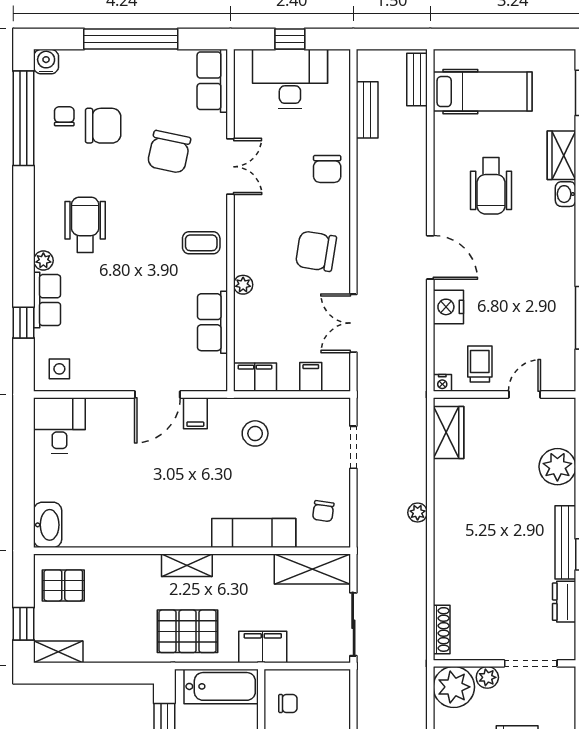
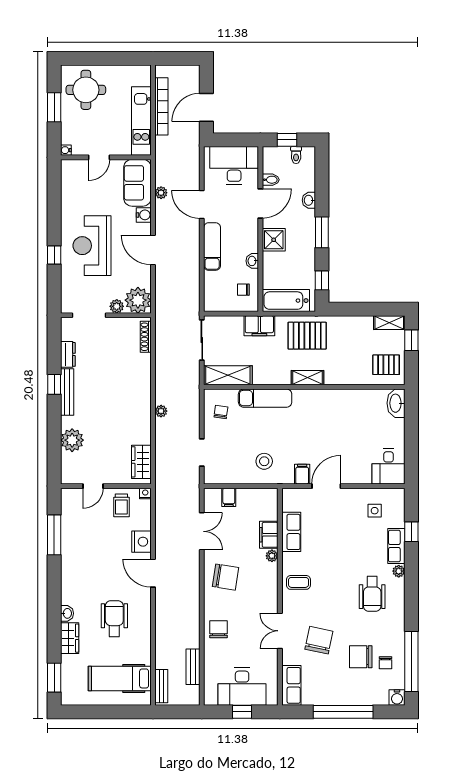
side table: (59, 369) -> (375, 511), moved
filing cabinet: (255, 377) -> (269, 535), moved, turned 90

